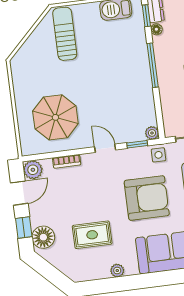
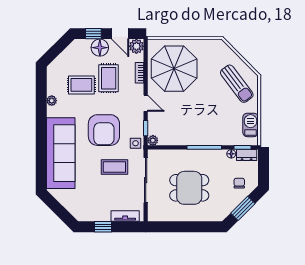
sun lounger: (65, 34) -> (237, 84), turned 53
parasol: (55, 117) -> (174, 69), width x1.36, depth x1.36
door: (105, 148) -> (146, 103), hinge flipped
rug: (79, 201) -> (109, 78), added
rug: (92, 235) -> (81, 85), turned 90
floor lamp: (43, 237) -> (100, 48), moved

